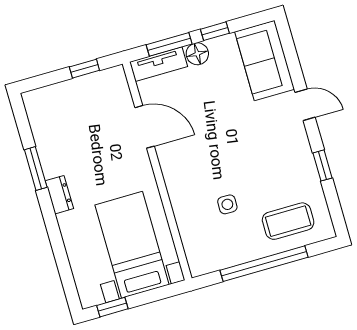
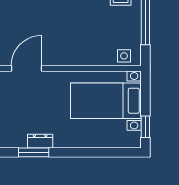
dresser: (59, 195) -> (40, 141), moved
side table: (227, 204) -> (124, 56), moved

